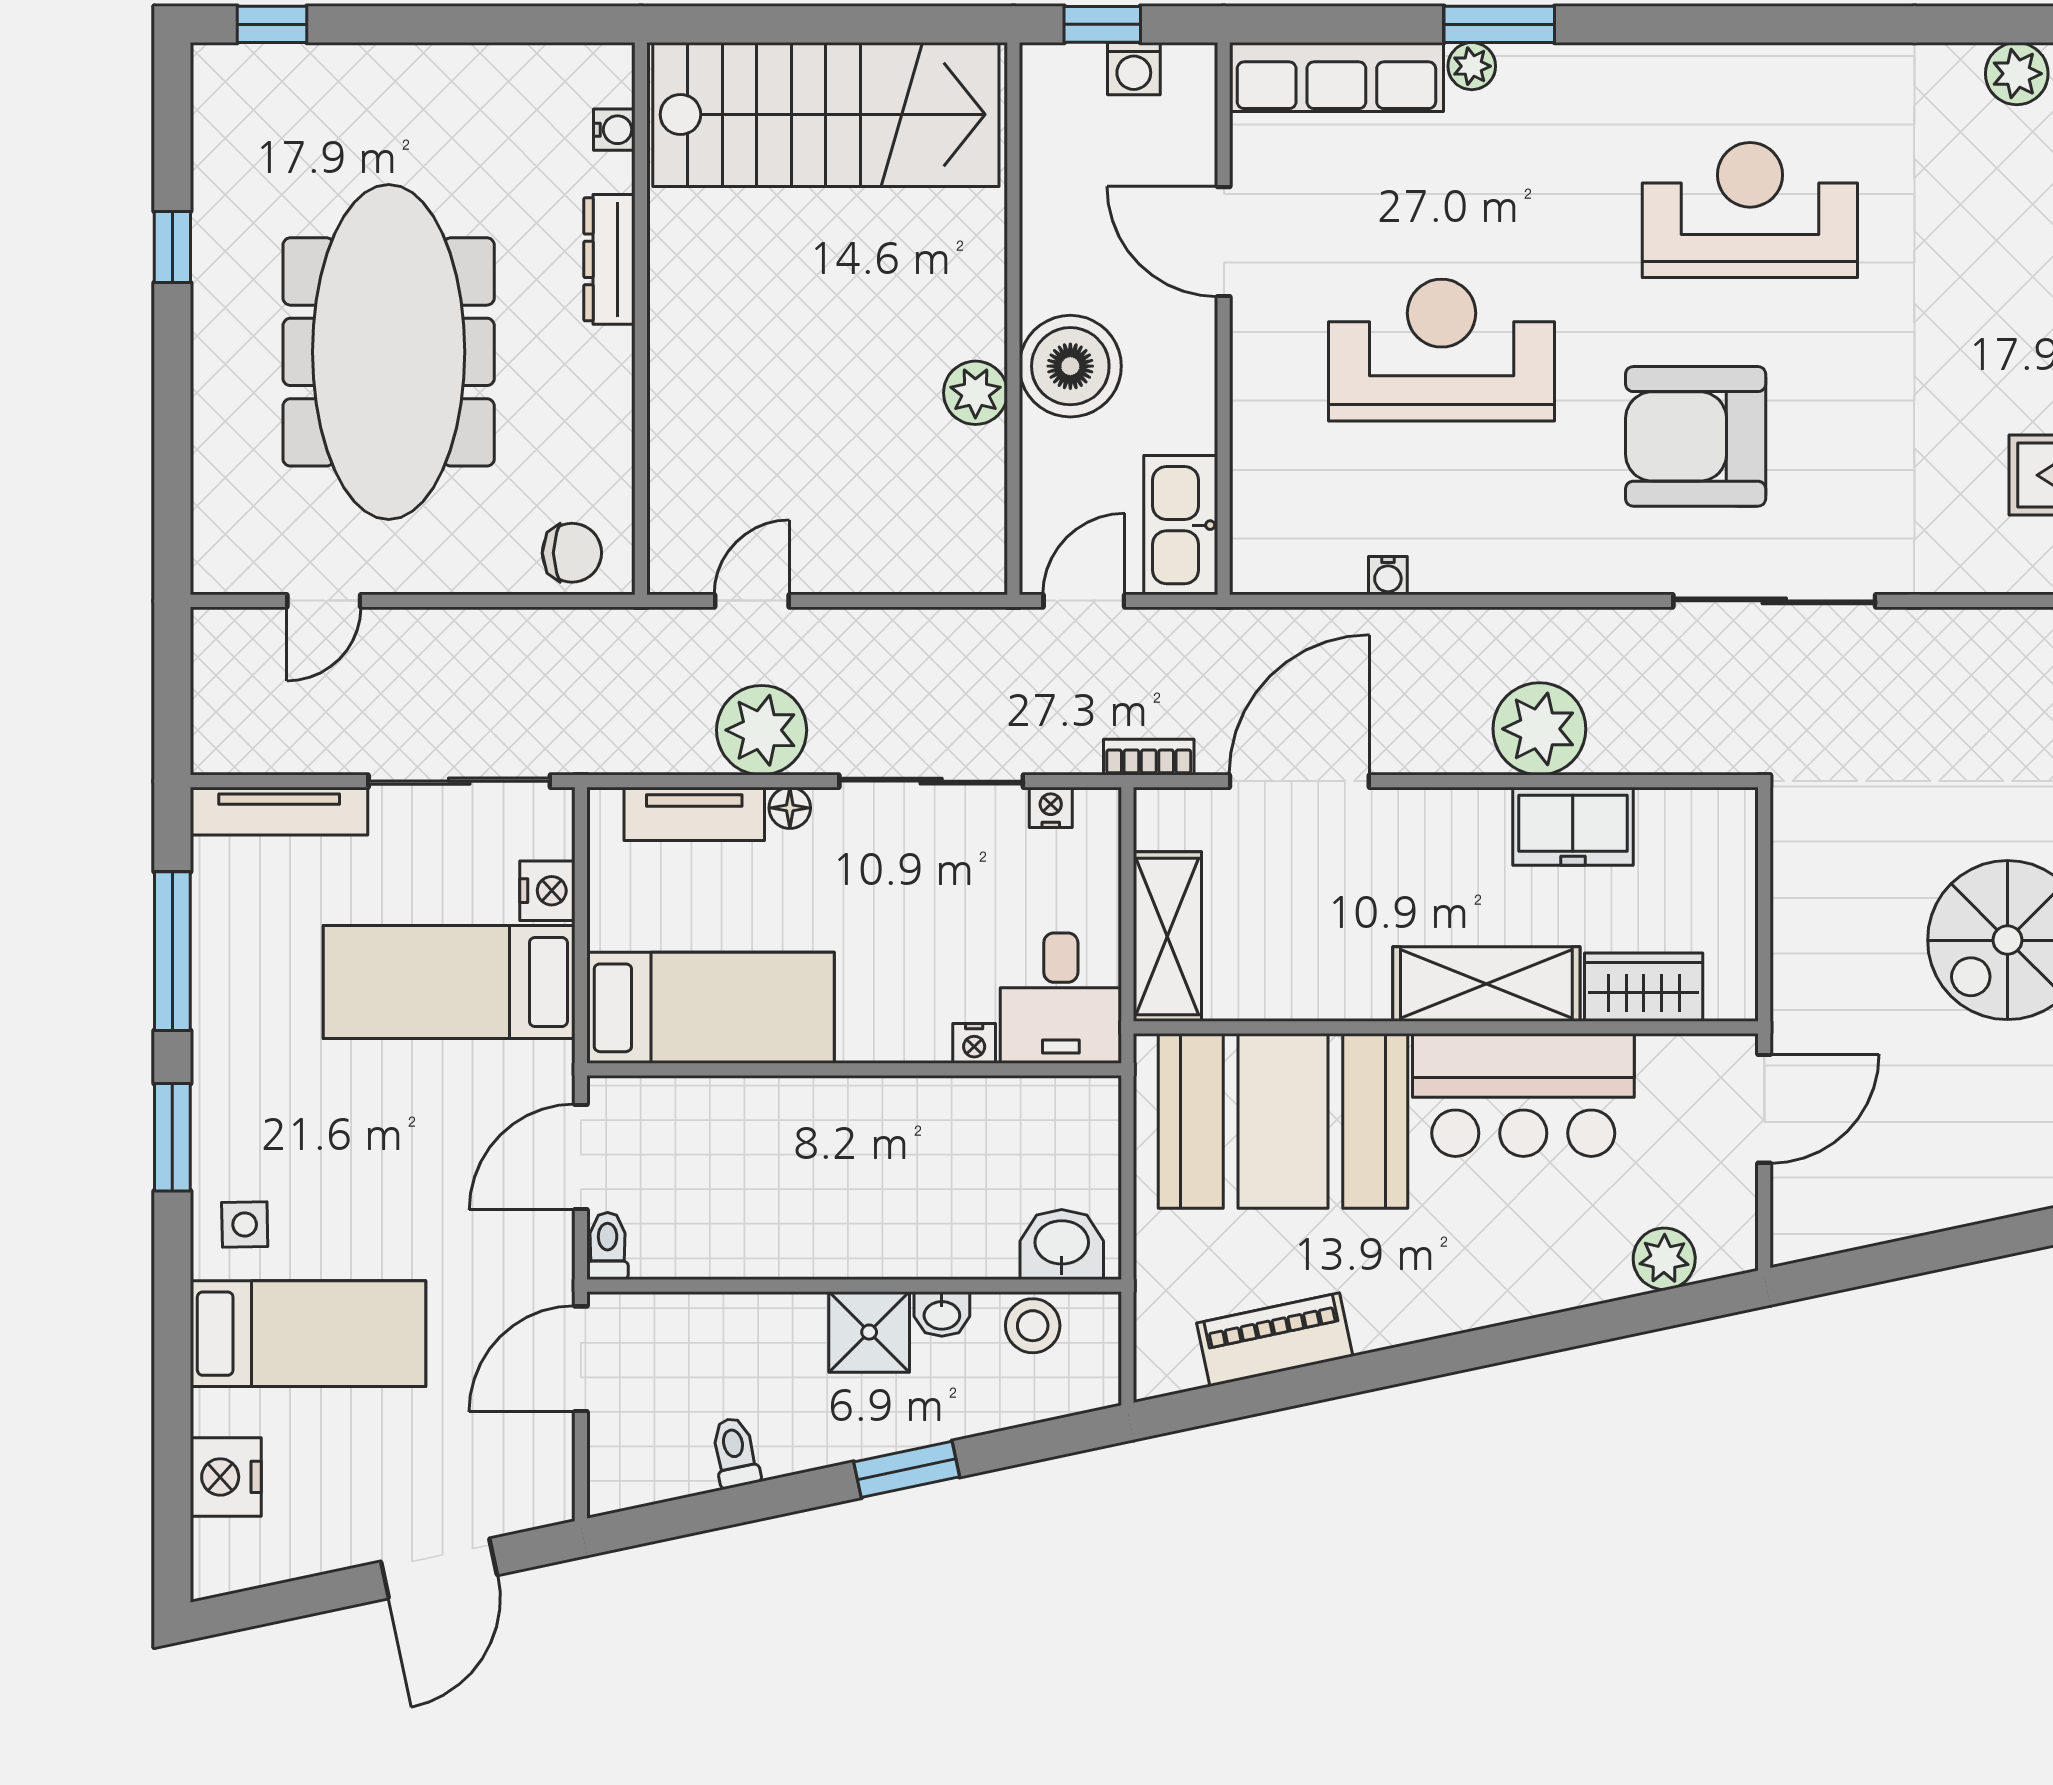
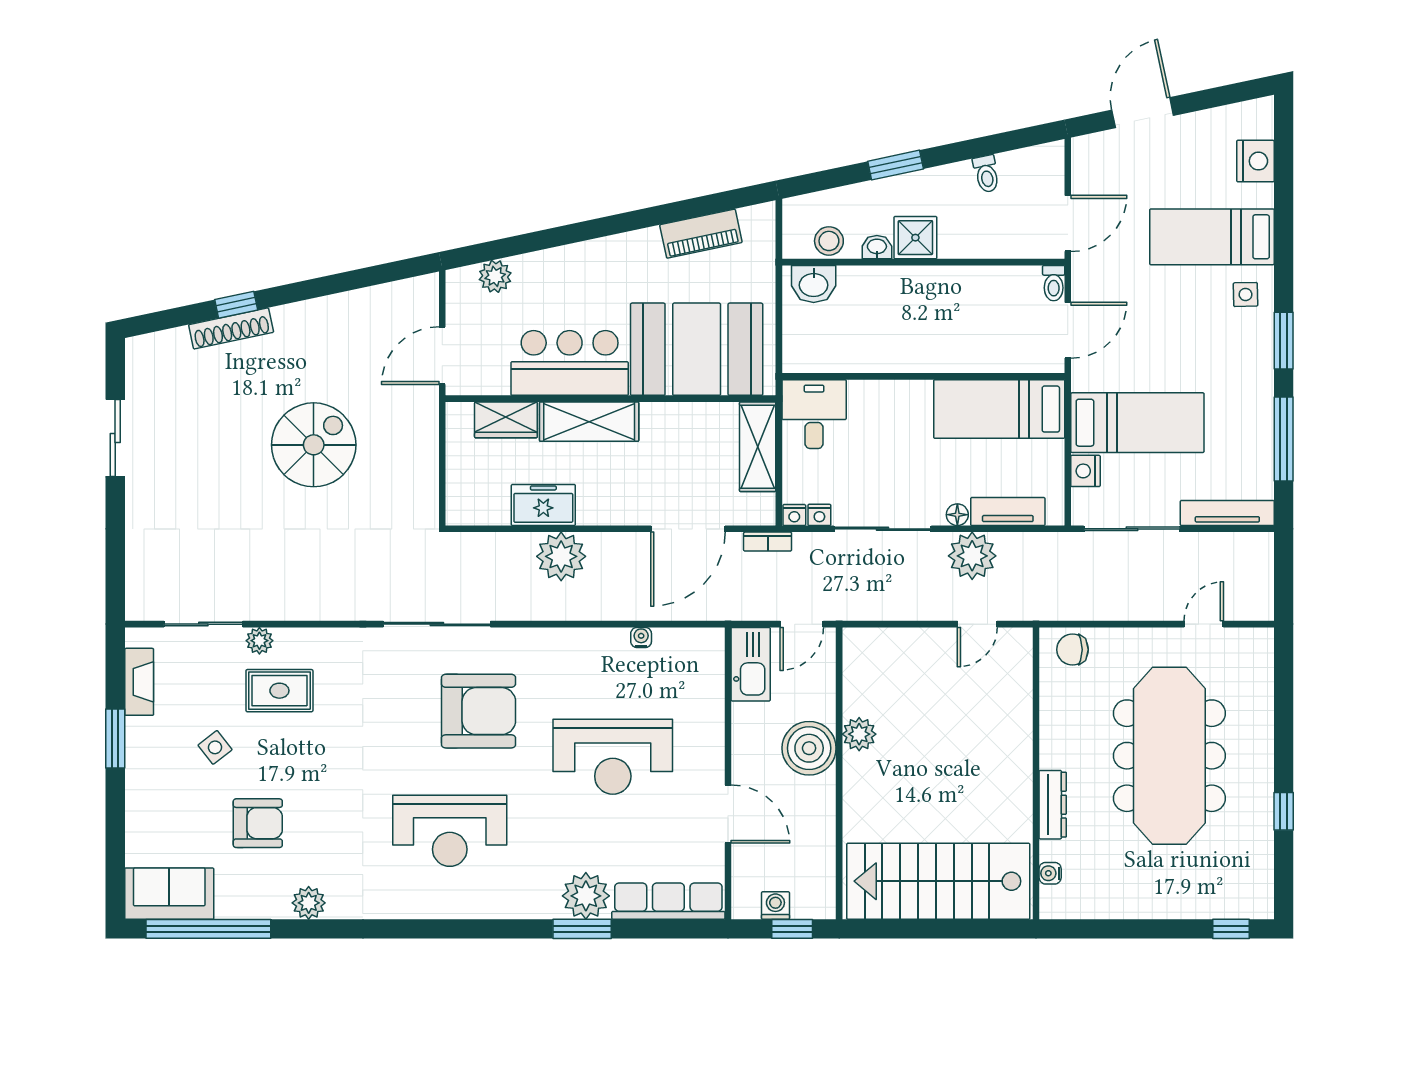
plant: (1472, 66) -> (586, 896), width x1.88, depth x1.88
nightstand: (974, 1043) -> (794, 515), moved, turned 180

